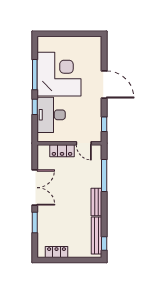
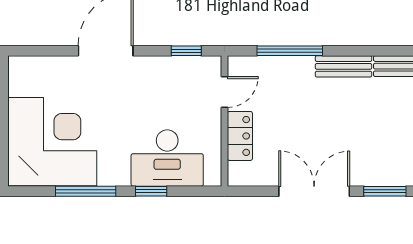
corner desk: (59, 74) -> (52, 142), moved, turned 90

